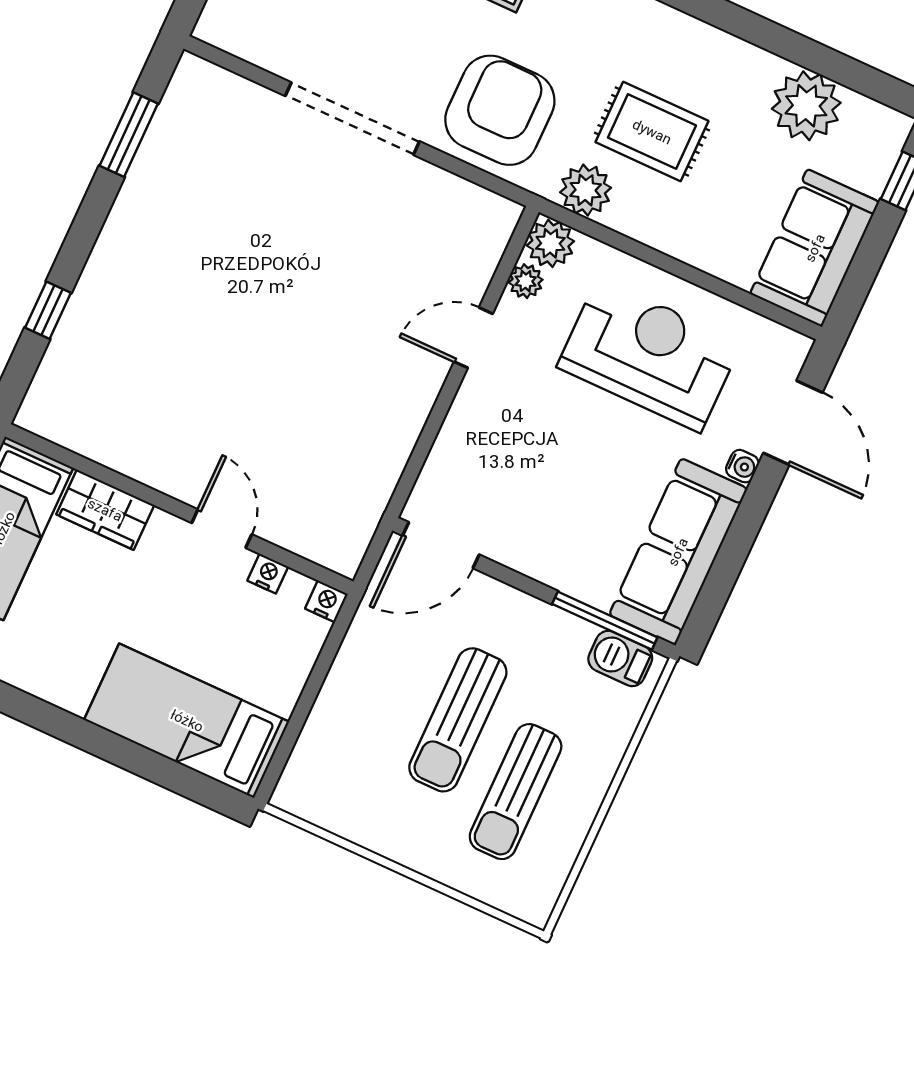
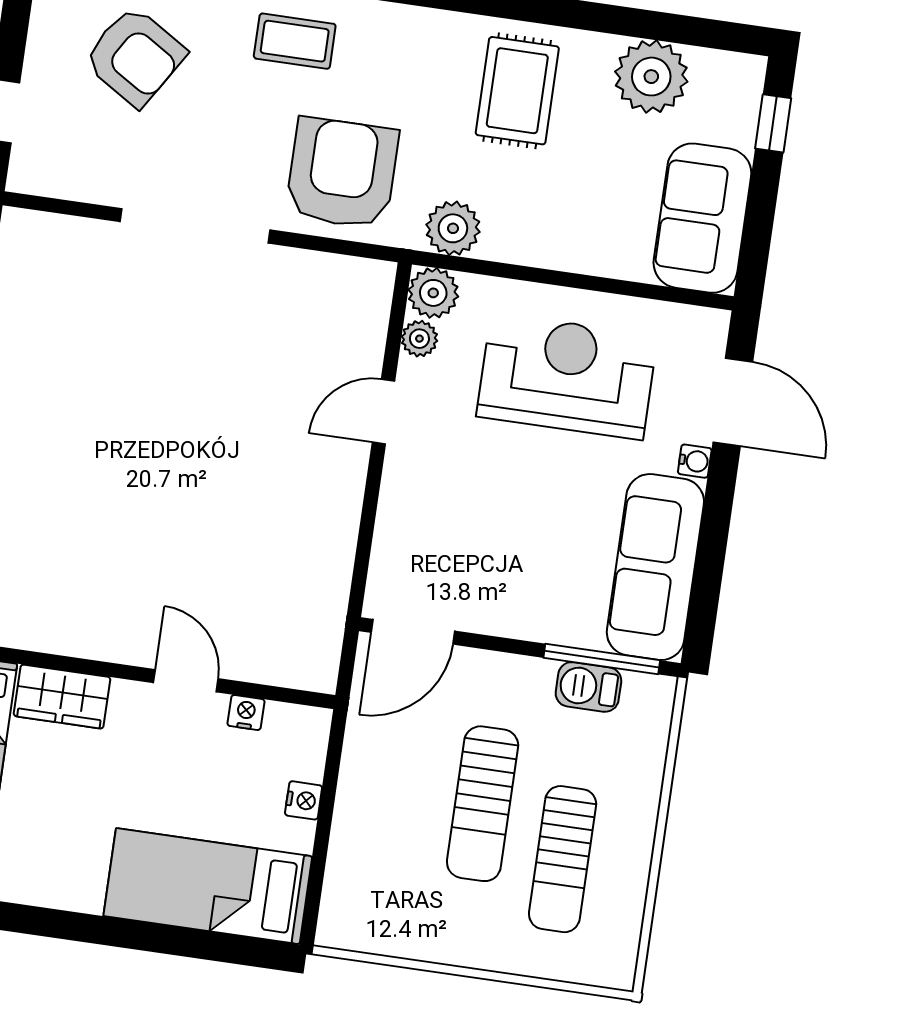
rug: (652, 132) -> (517, 91), moved, turned 90
nightstand: (326, 601) -> (304, 800), moved, turned 90
barbecue: (620, 659) -> (588, 687), moved

